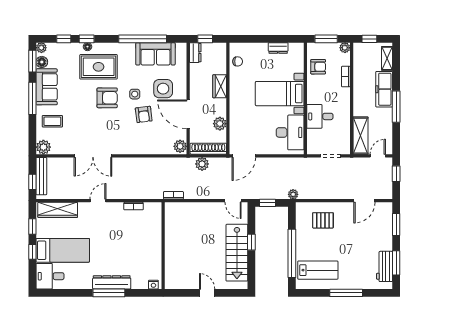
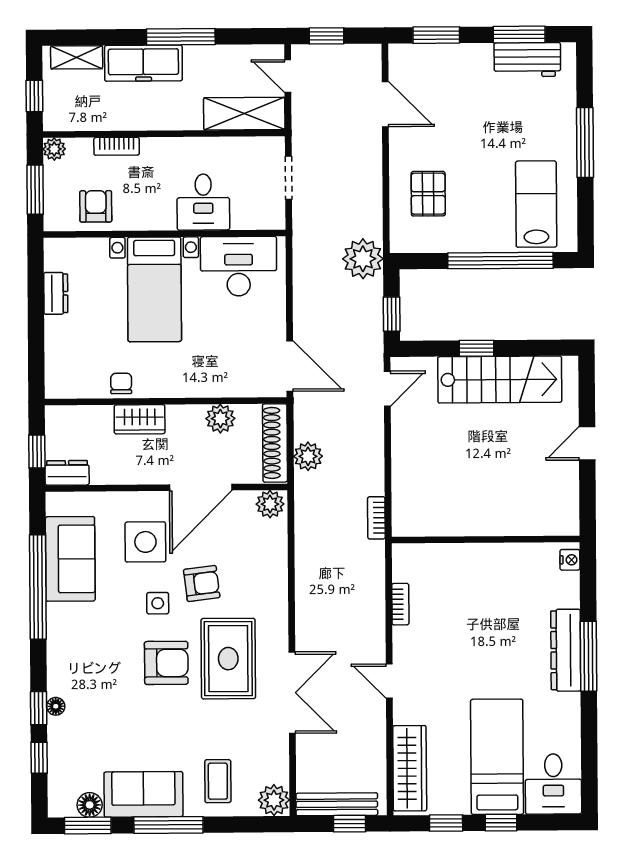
plant: (41, 48) -> (59, 806), removed
chair: (238, 61) -> (121, 383), moved
rug: (99, 67) -> (228, 659), moved
armchair: (107, 98) -> (166, 663), turned 90
plant: (293, 194) -> (363, 259), width x1.88, depth x1.88

